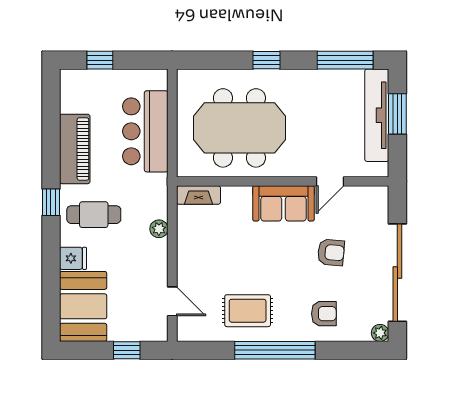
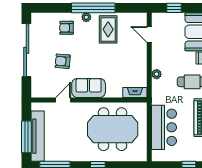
window: (397, 114) -> (26, 137), width x1.44
rug: (248, 311) -> (108, 29), turned 90
plant: (380, 333) -> (86, 17), moved

